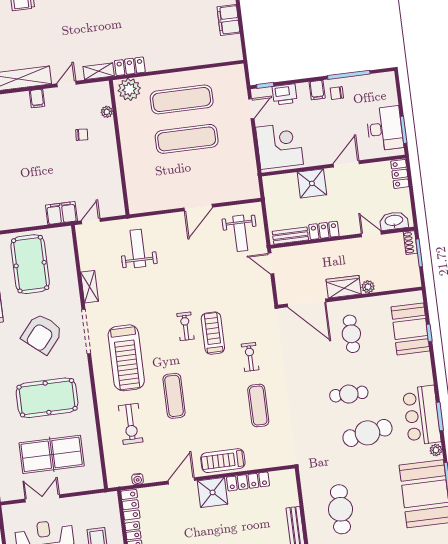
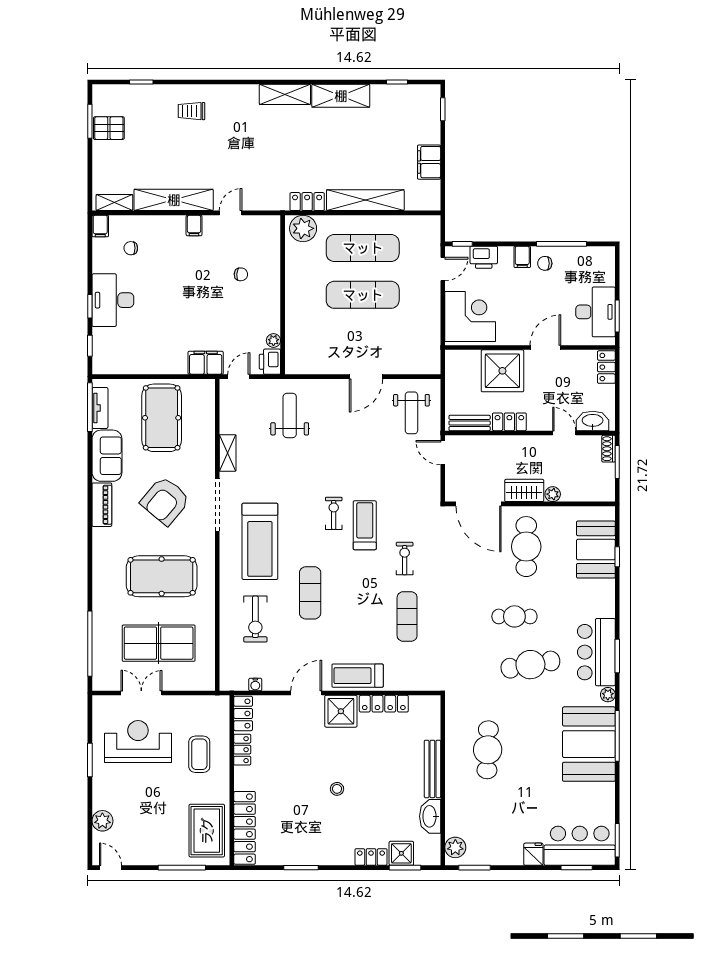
shelving: (99, 71) -> (365, 200), moved, width x2.20, depth x1.33
plant: (107, 112) -> (273, 340), moved
shower: (312, 183) -> (502, 371), width x1.37, depth x1.37
printer: (116, 205) -> (270, 362), added
cafe table: (351, 334) -> (526, 547), width x1.37, depth x1.35

